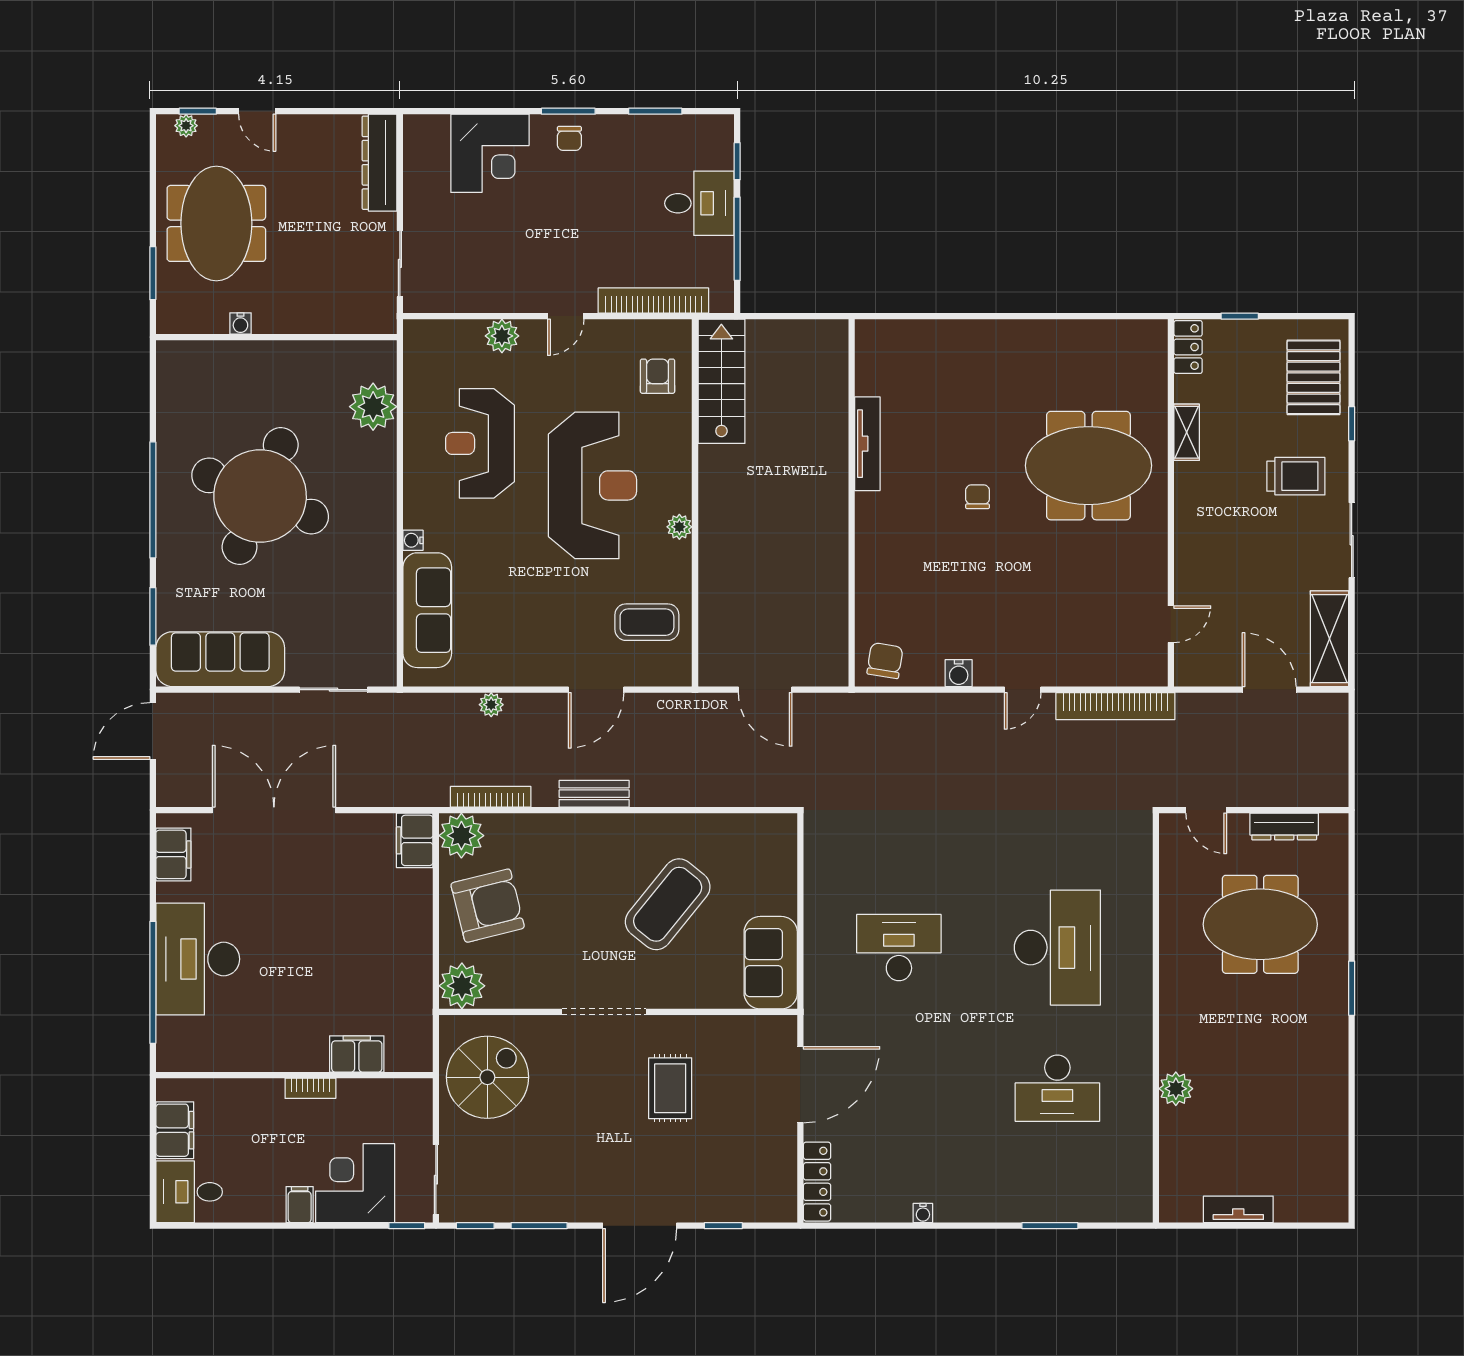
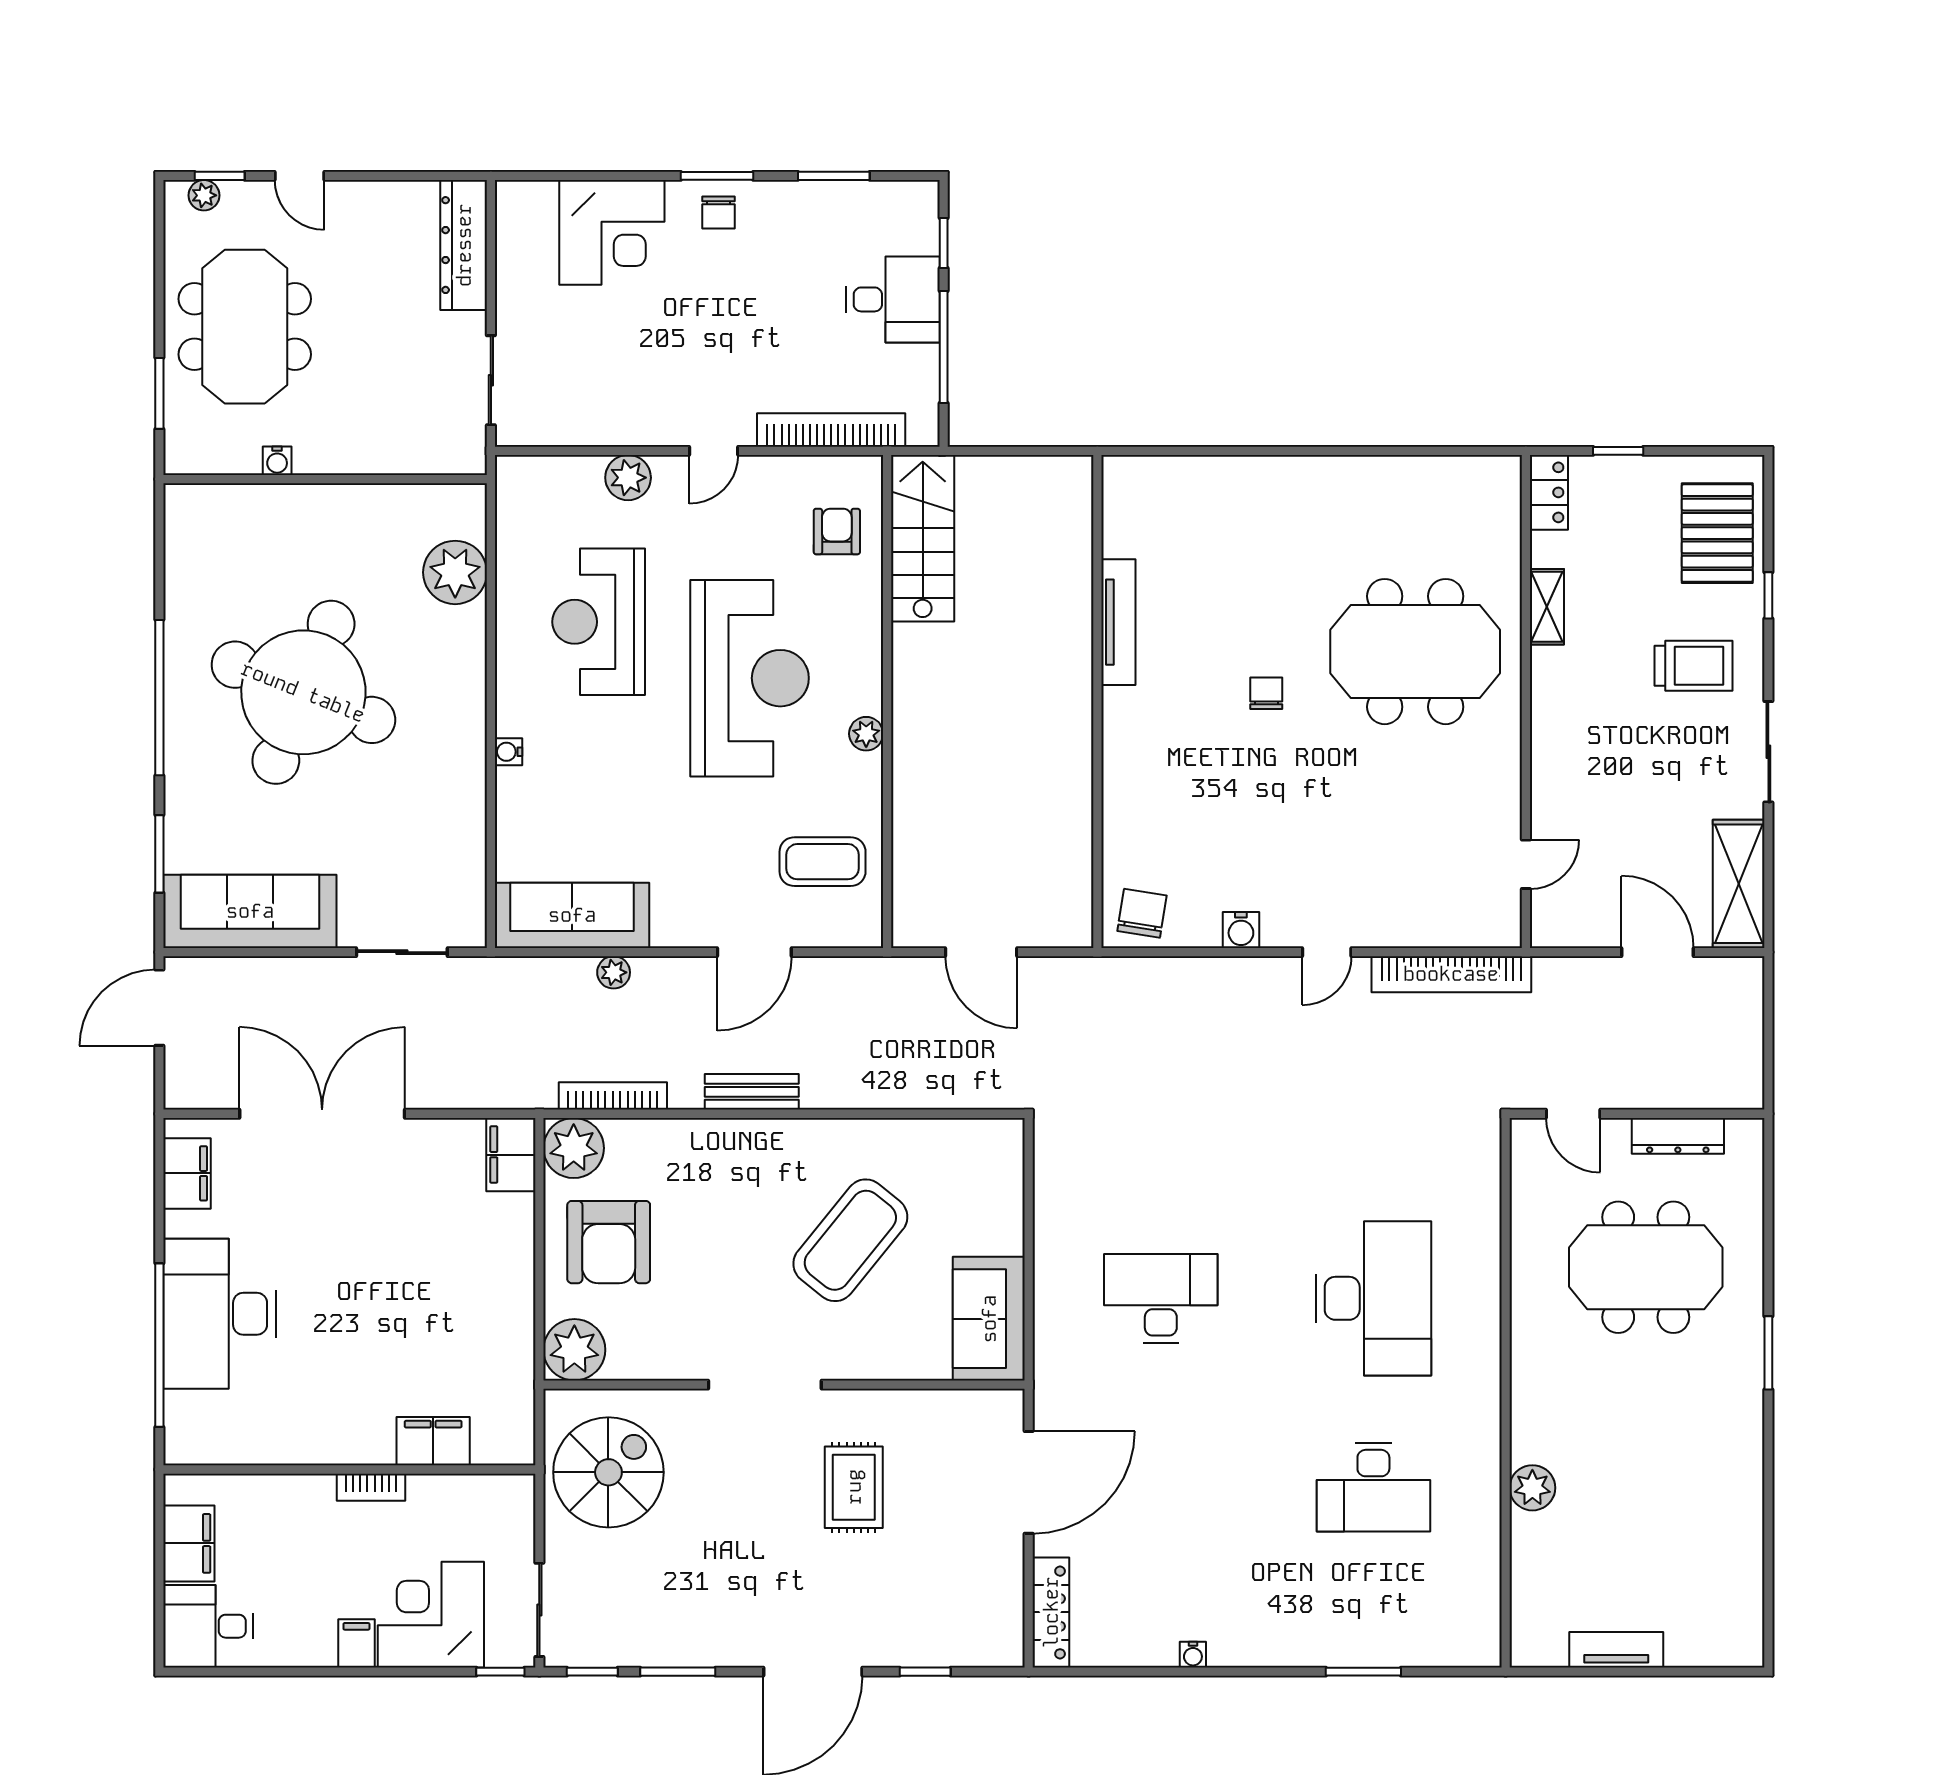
sofa: (427, 610) -> (572, 915), moved, turned -90
armchair: (488, 906) -> (609, 1242), turned 104

